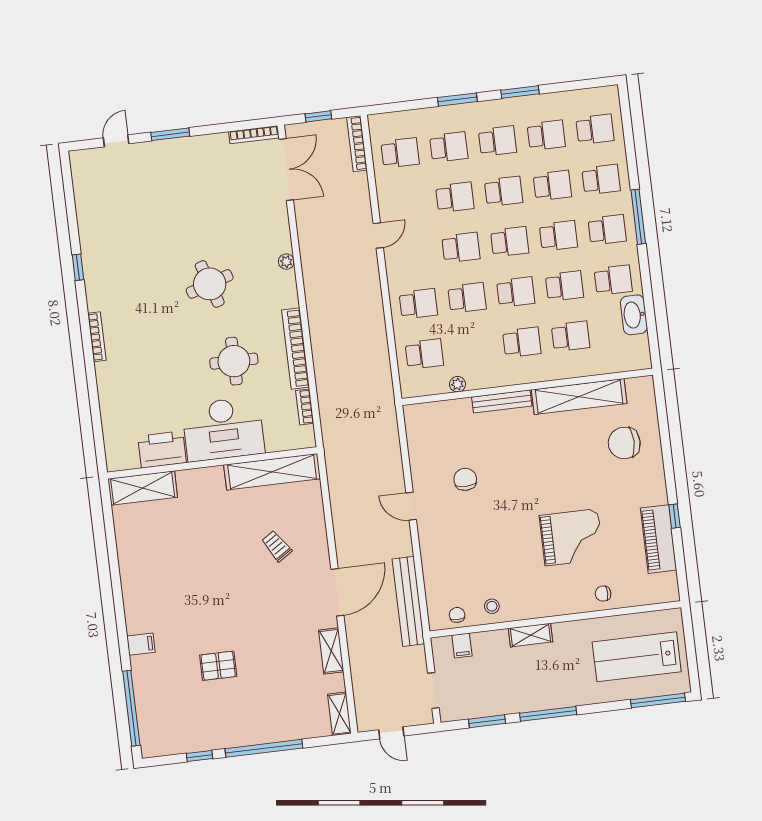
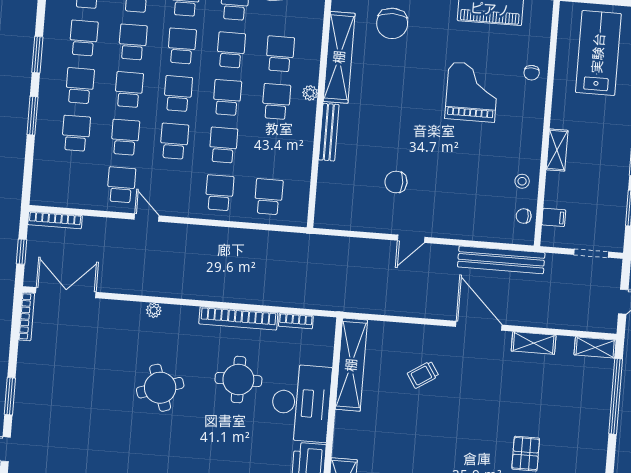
school desk: (400, 153) -> (121, 185), moved
plant: (457, 384) -> (310, 93), moved
lab bench: (637, 657) -> (598, 53), turned 180
window: (264, 748) -> (616, 396), moved

